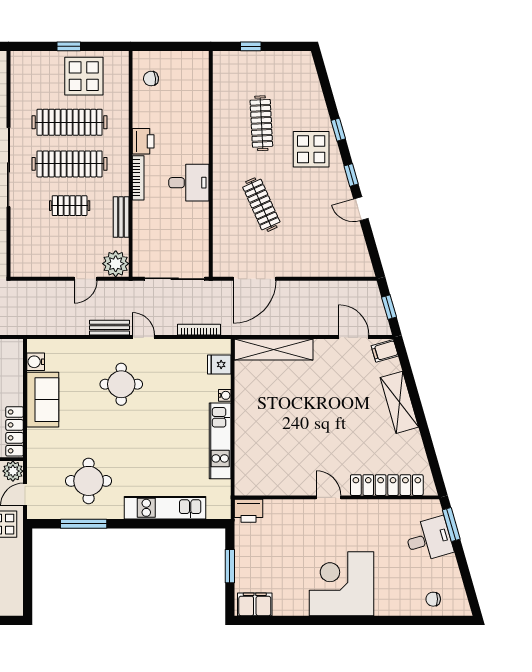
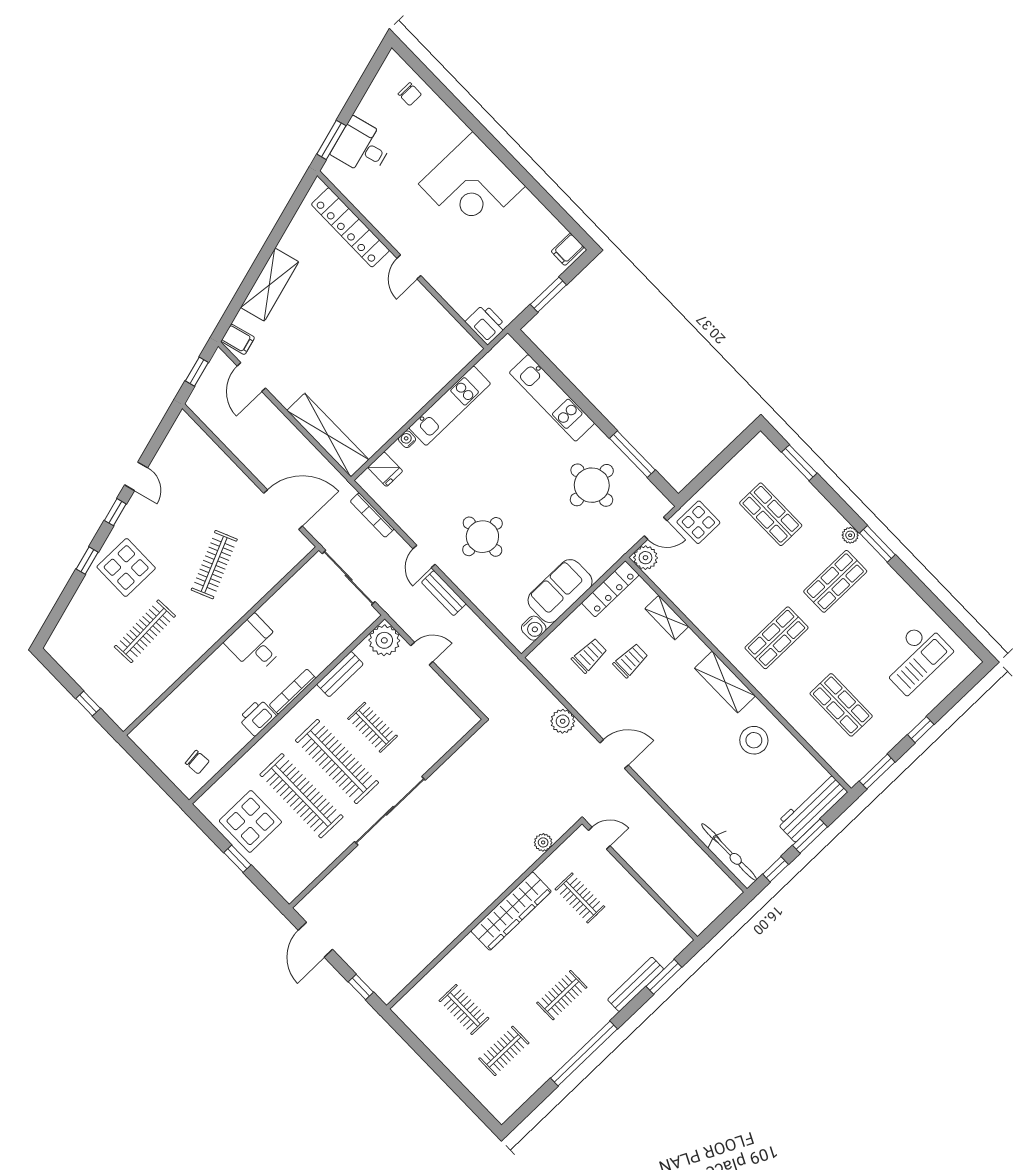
filing cabinet: (255, 604) -> (568, 249), width x0.50

